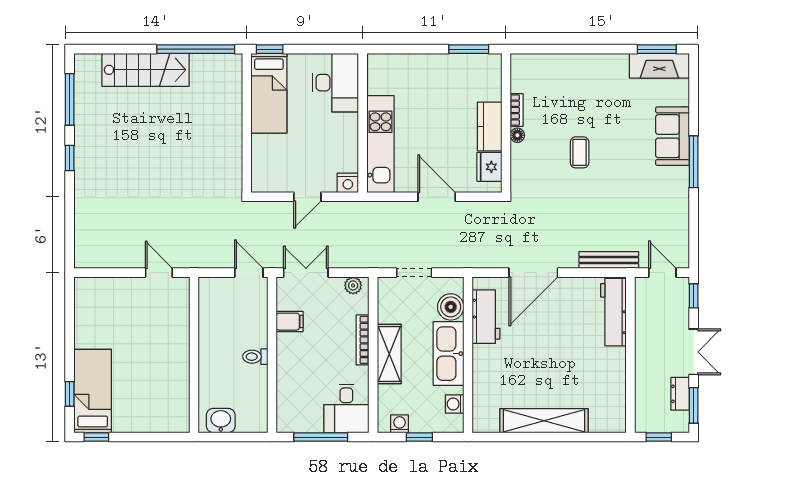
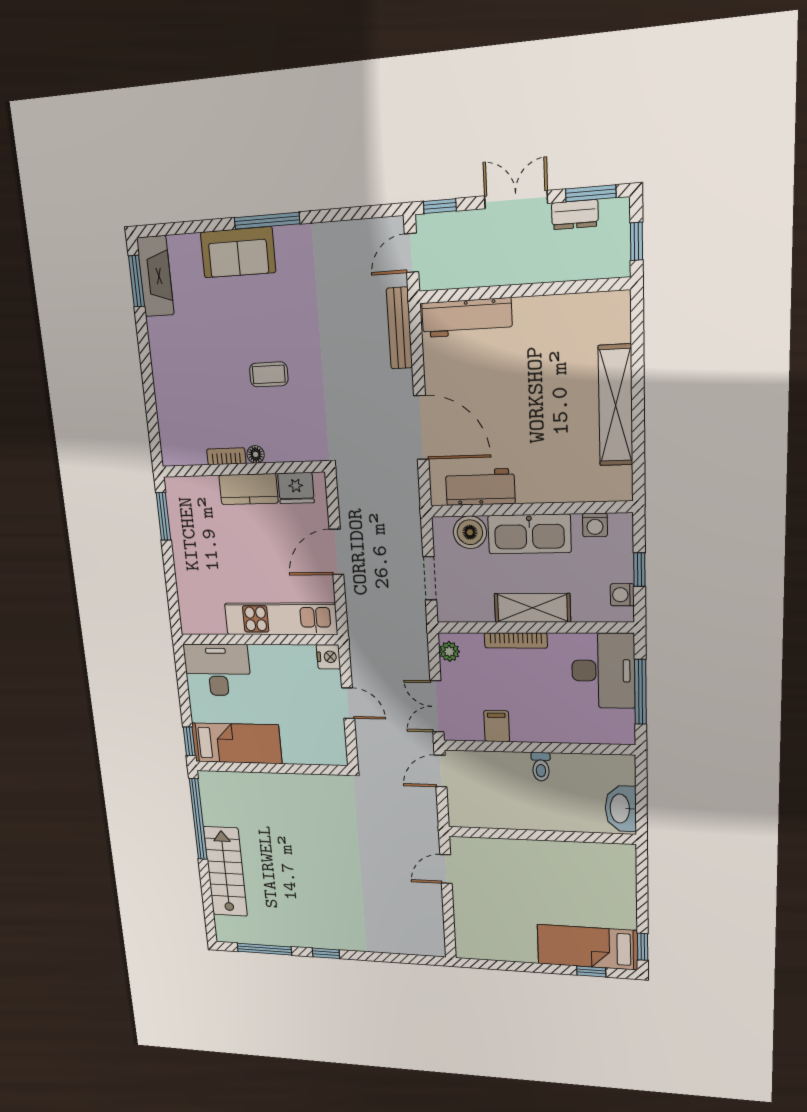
desk: (346, 408) -> (603, 671), width x1.37
washbasin: (221, 421) -> (621, 809), width x1.38

